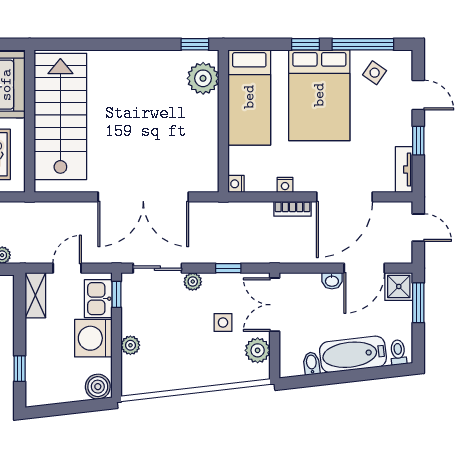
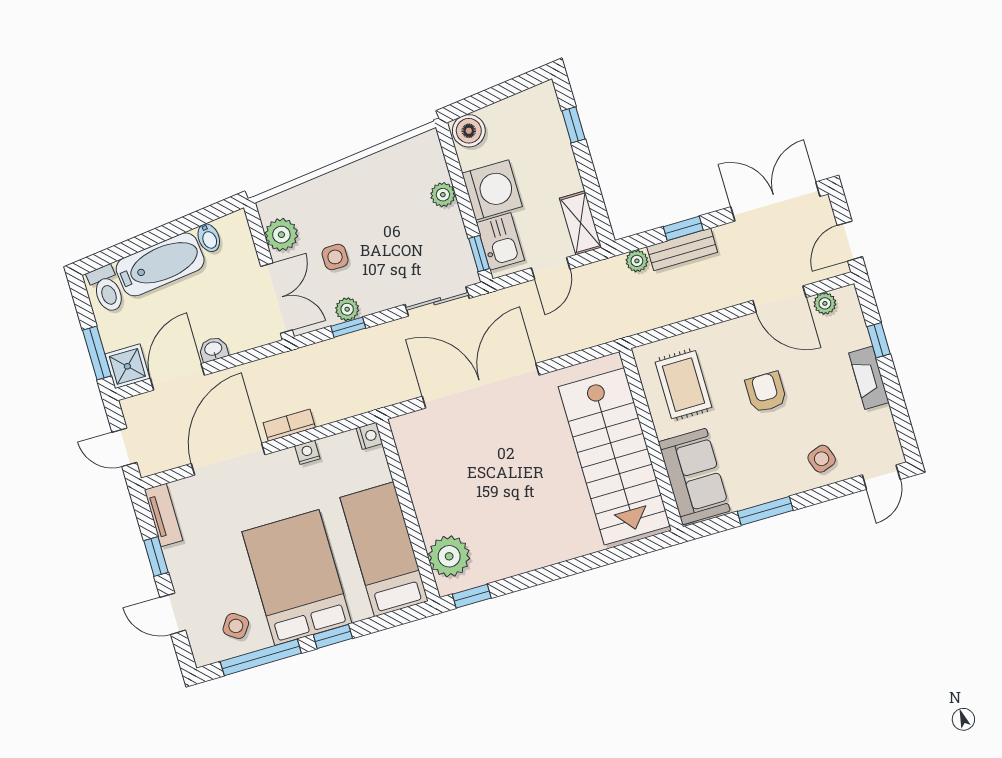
plant: (193, 282) -> (347, 309), moved
toilet: (398, 352) -> (107, 289), width x1.37, depth x1.39

